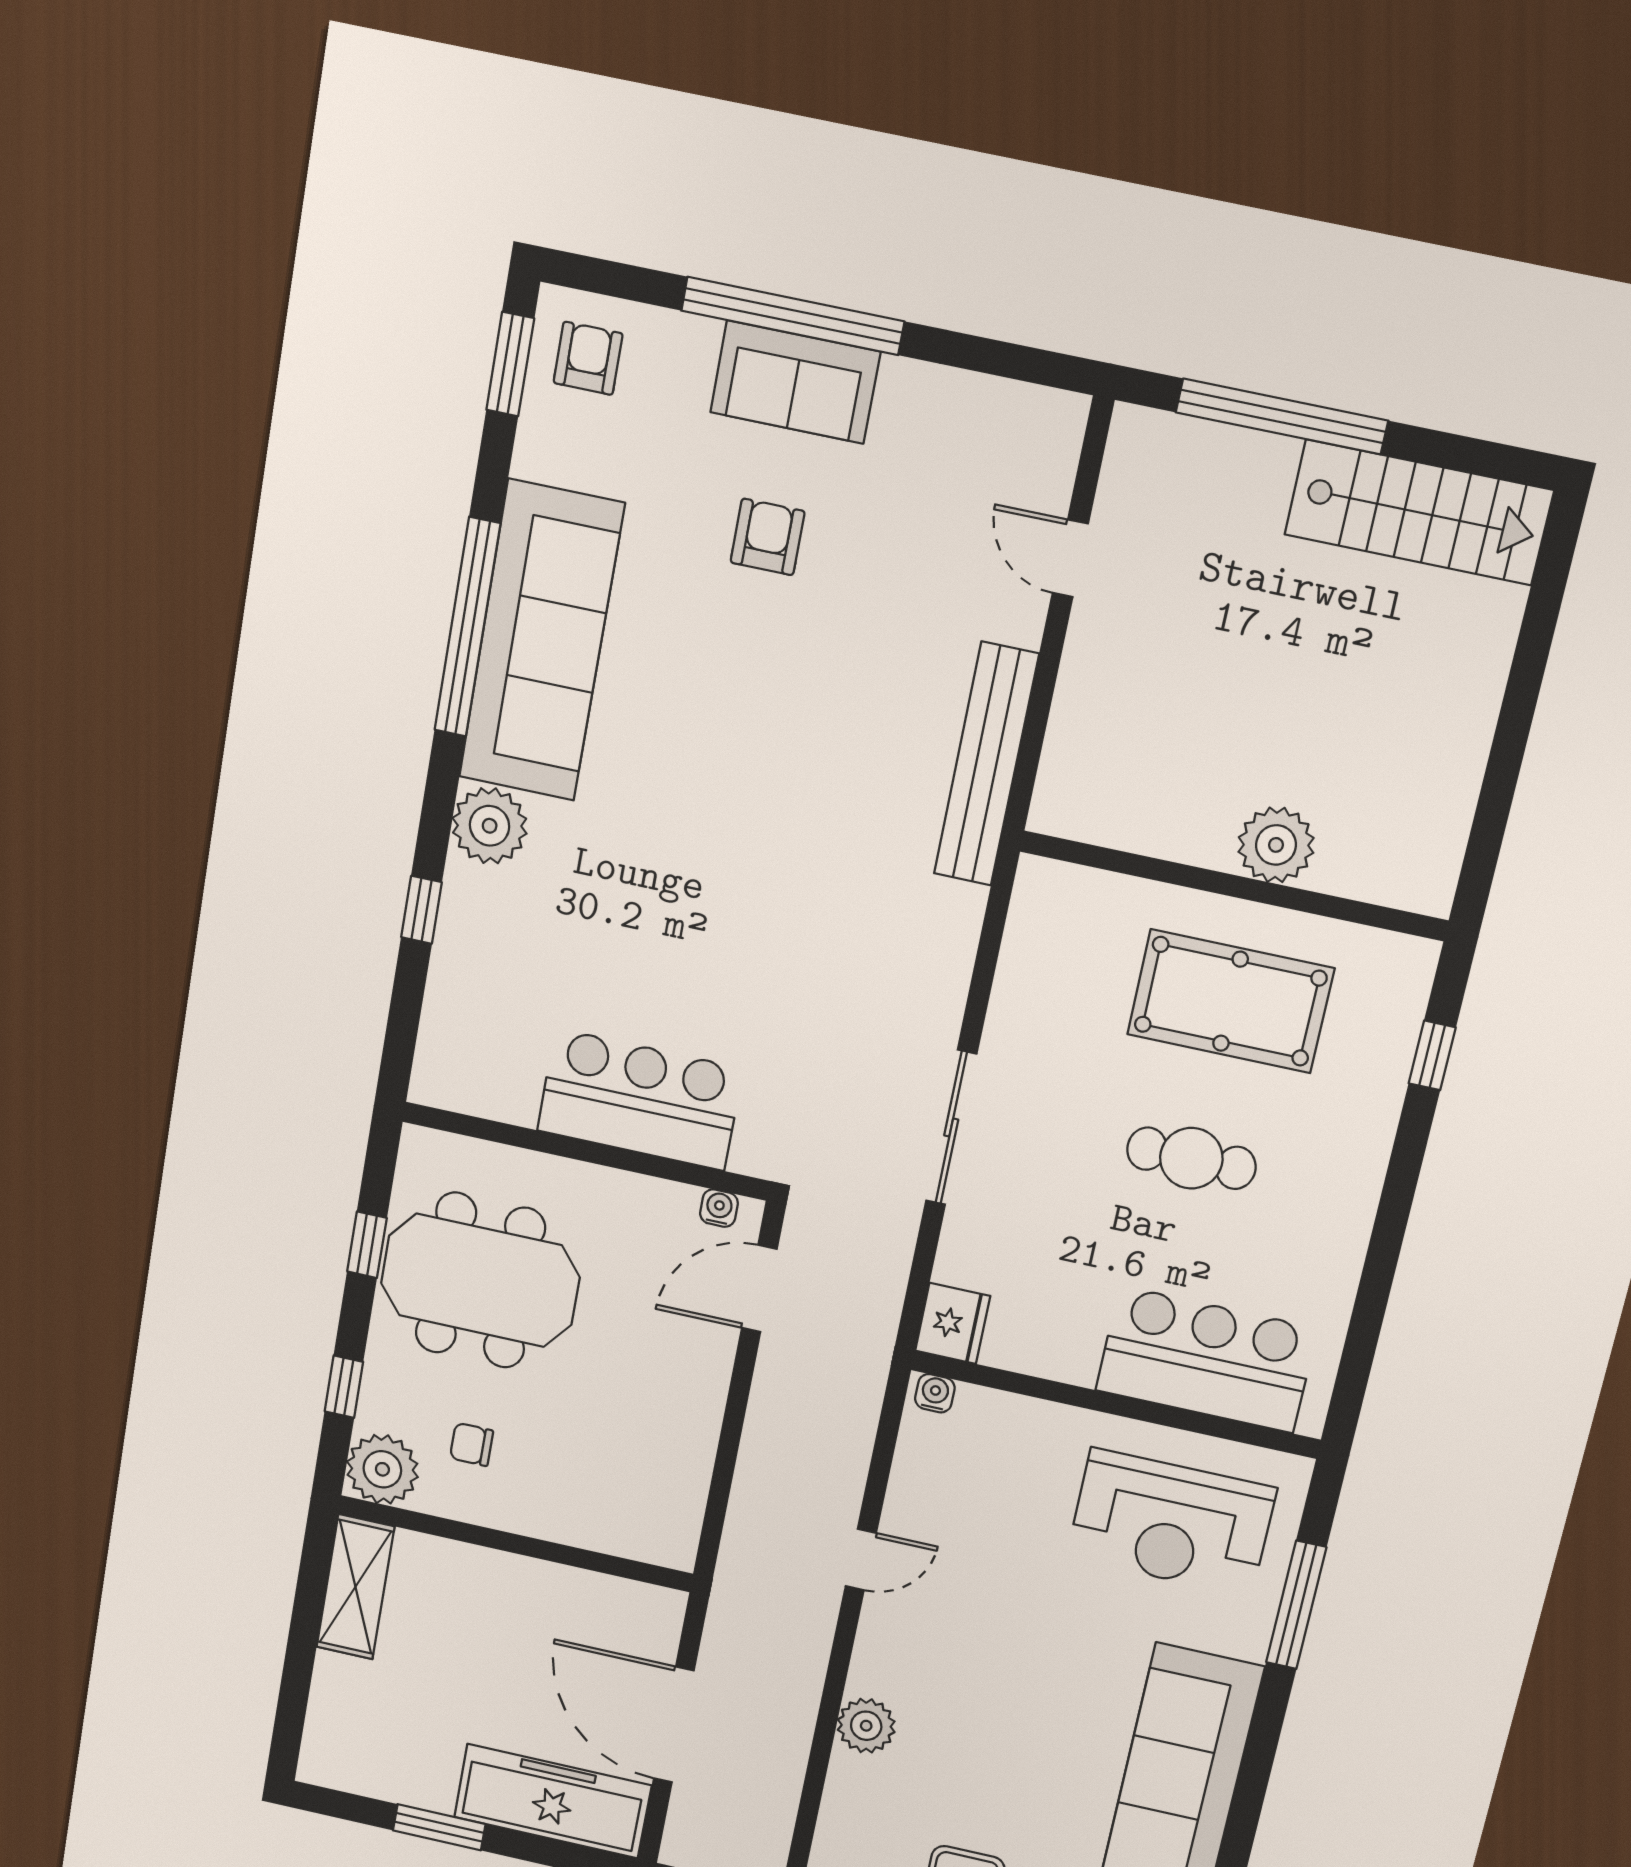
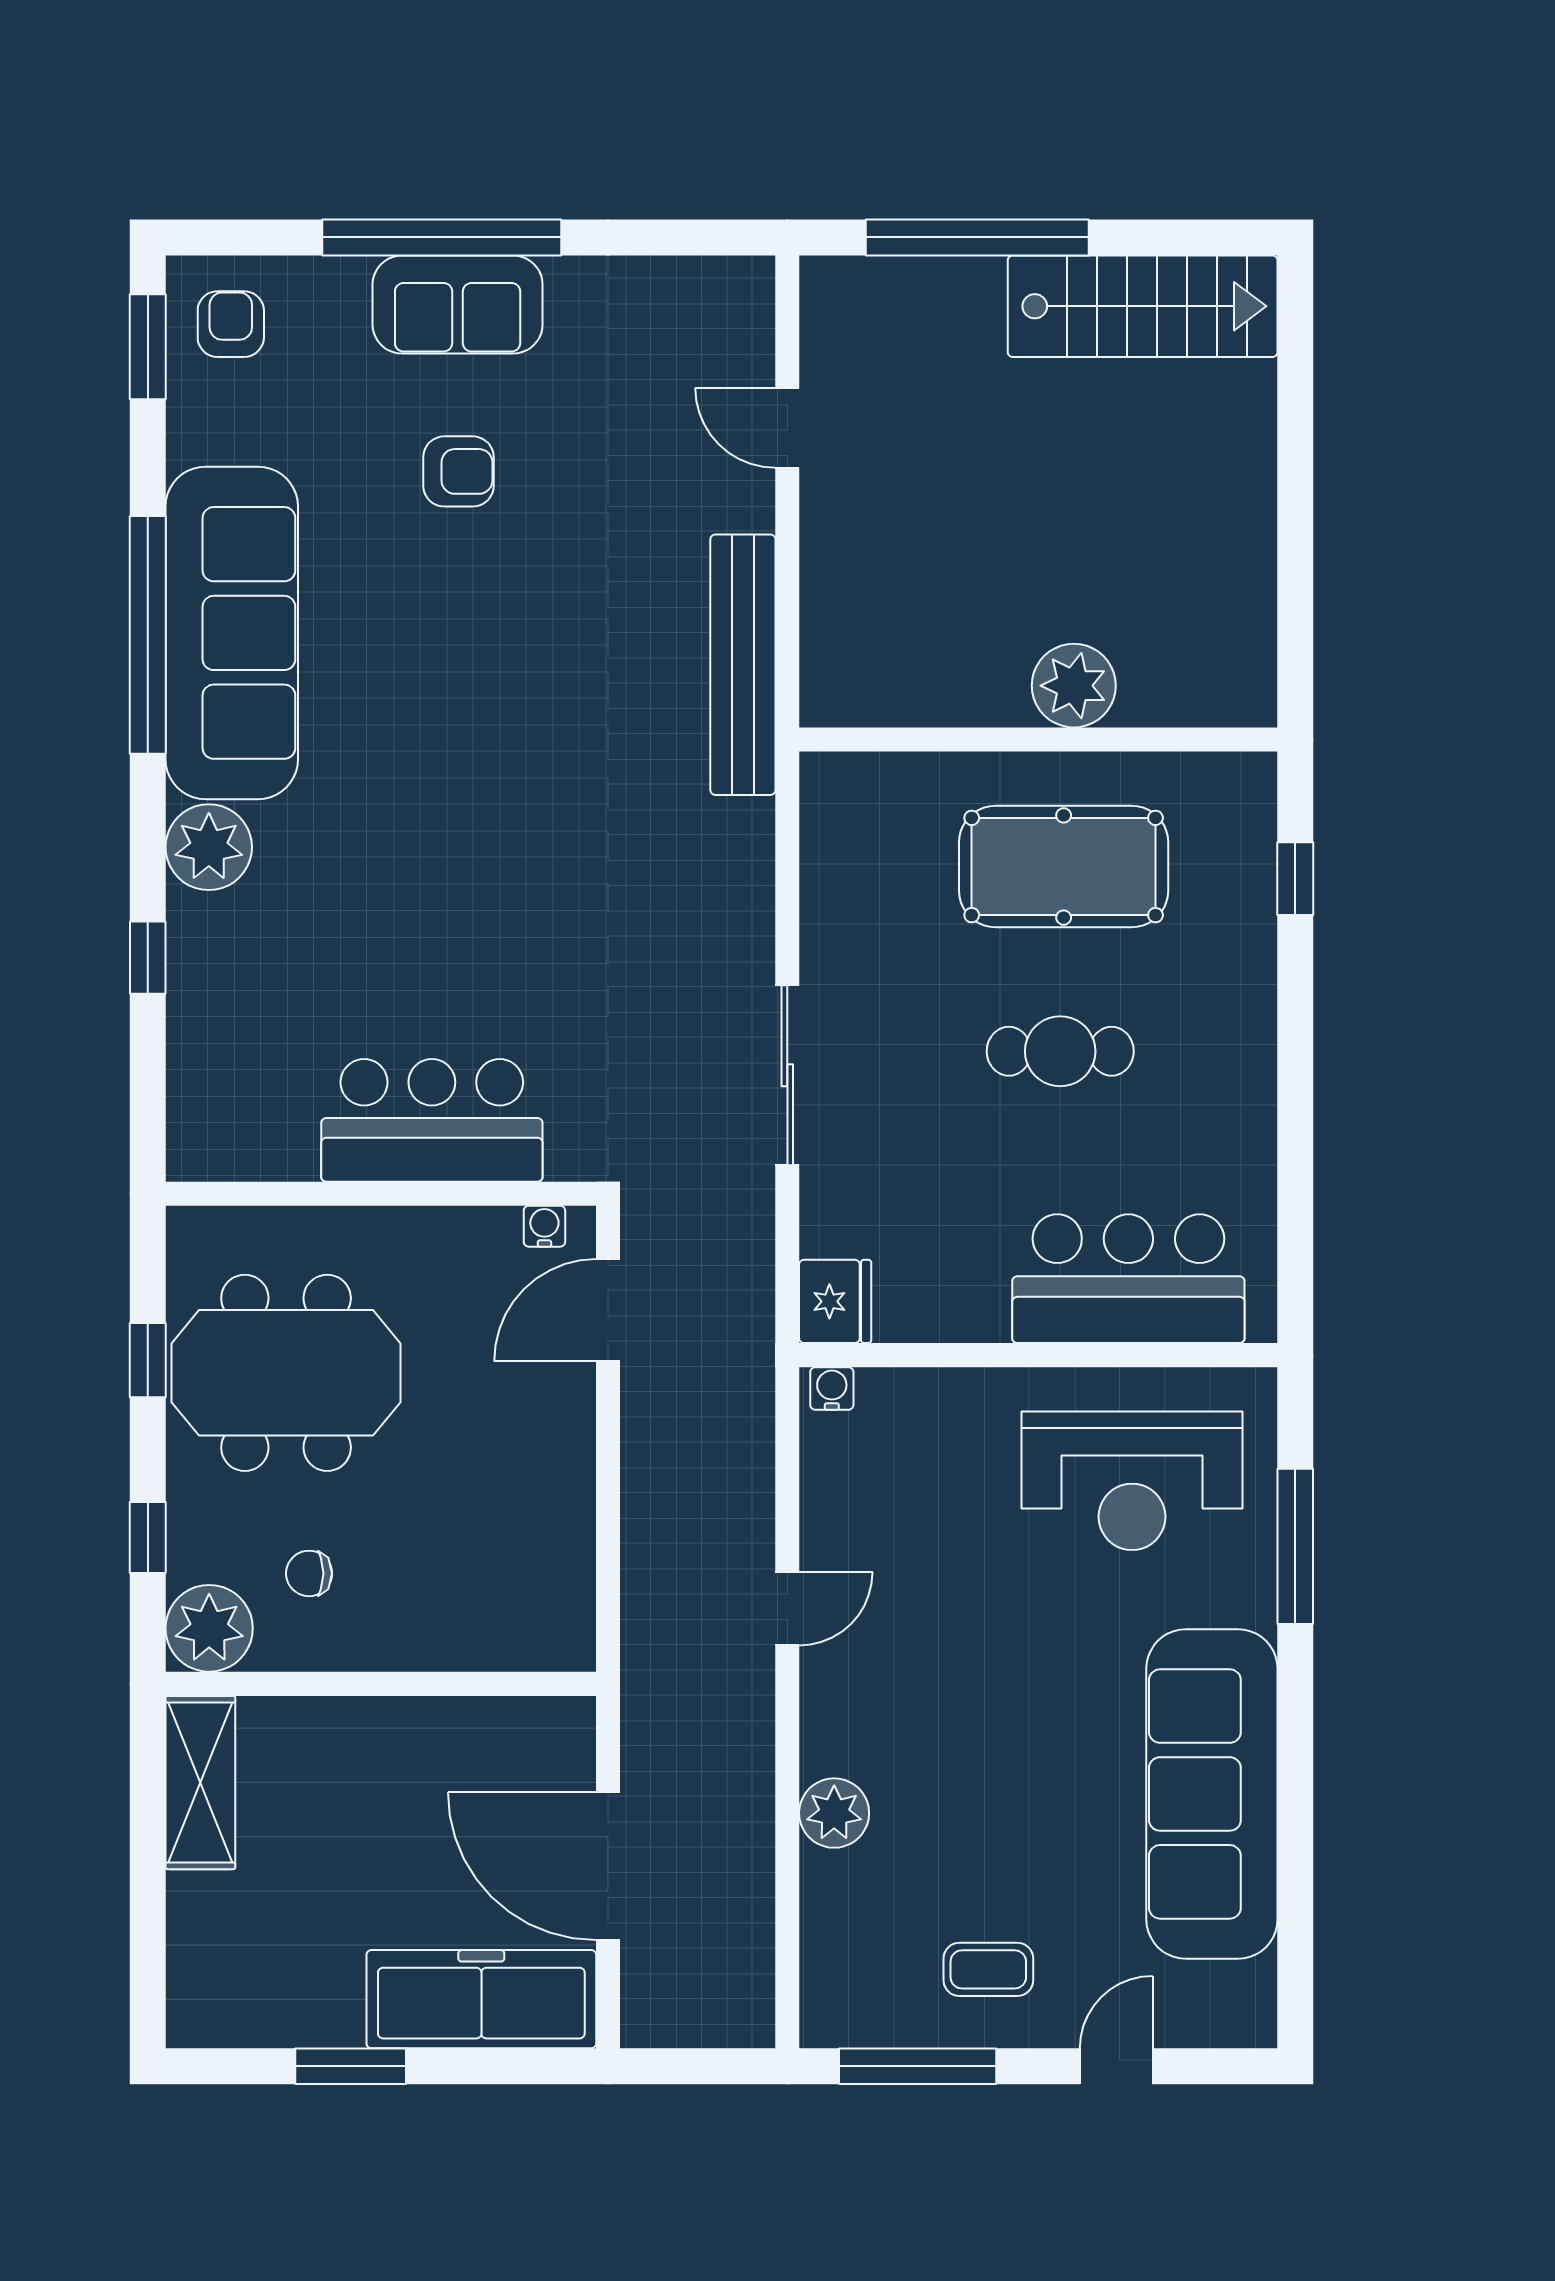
armchair: (768, 537) -> (458, 471), turned 90

